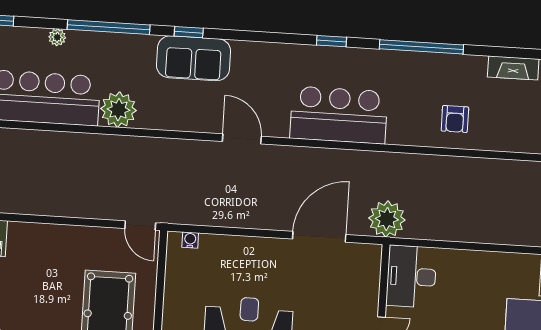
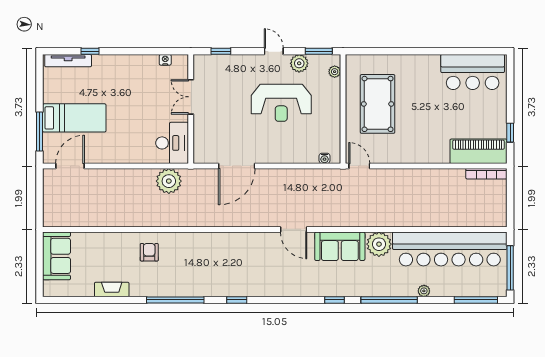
sofa: (194, 58) -> (340, 246), moved, turned 180
bar counter: (339, 115) -> (229, 250), removed
plant: (387, 219) -> (169, 181), moved

